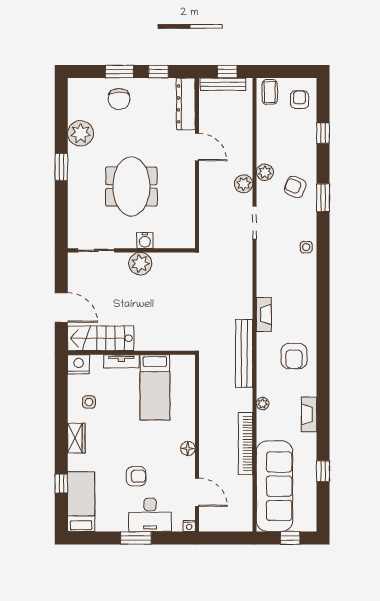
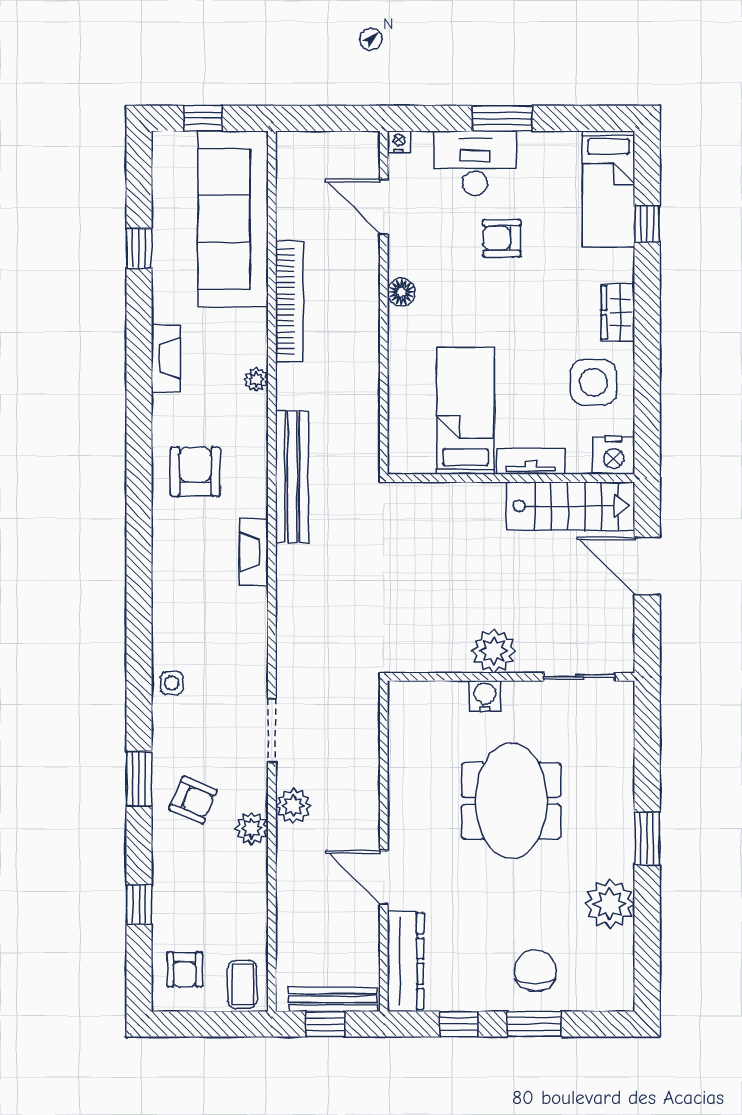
side table: (89, 402) -> (593, 382), width x1.87, depth x1.87

